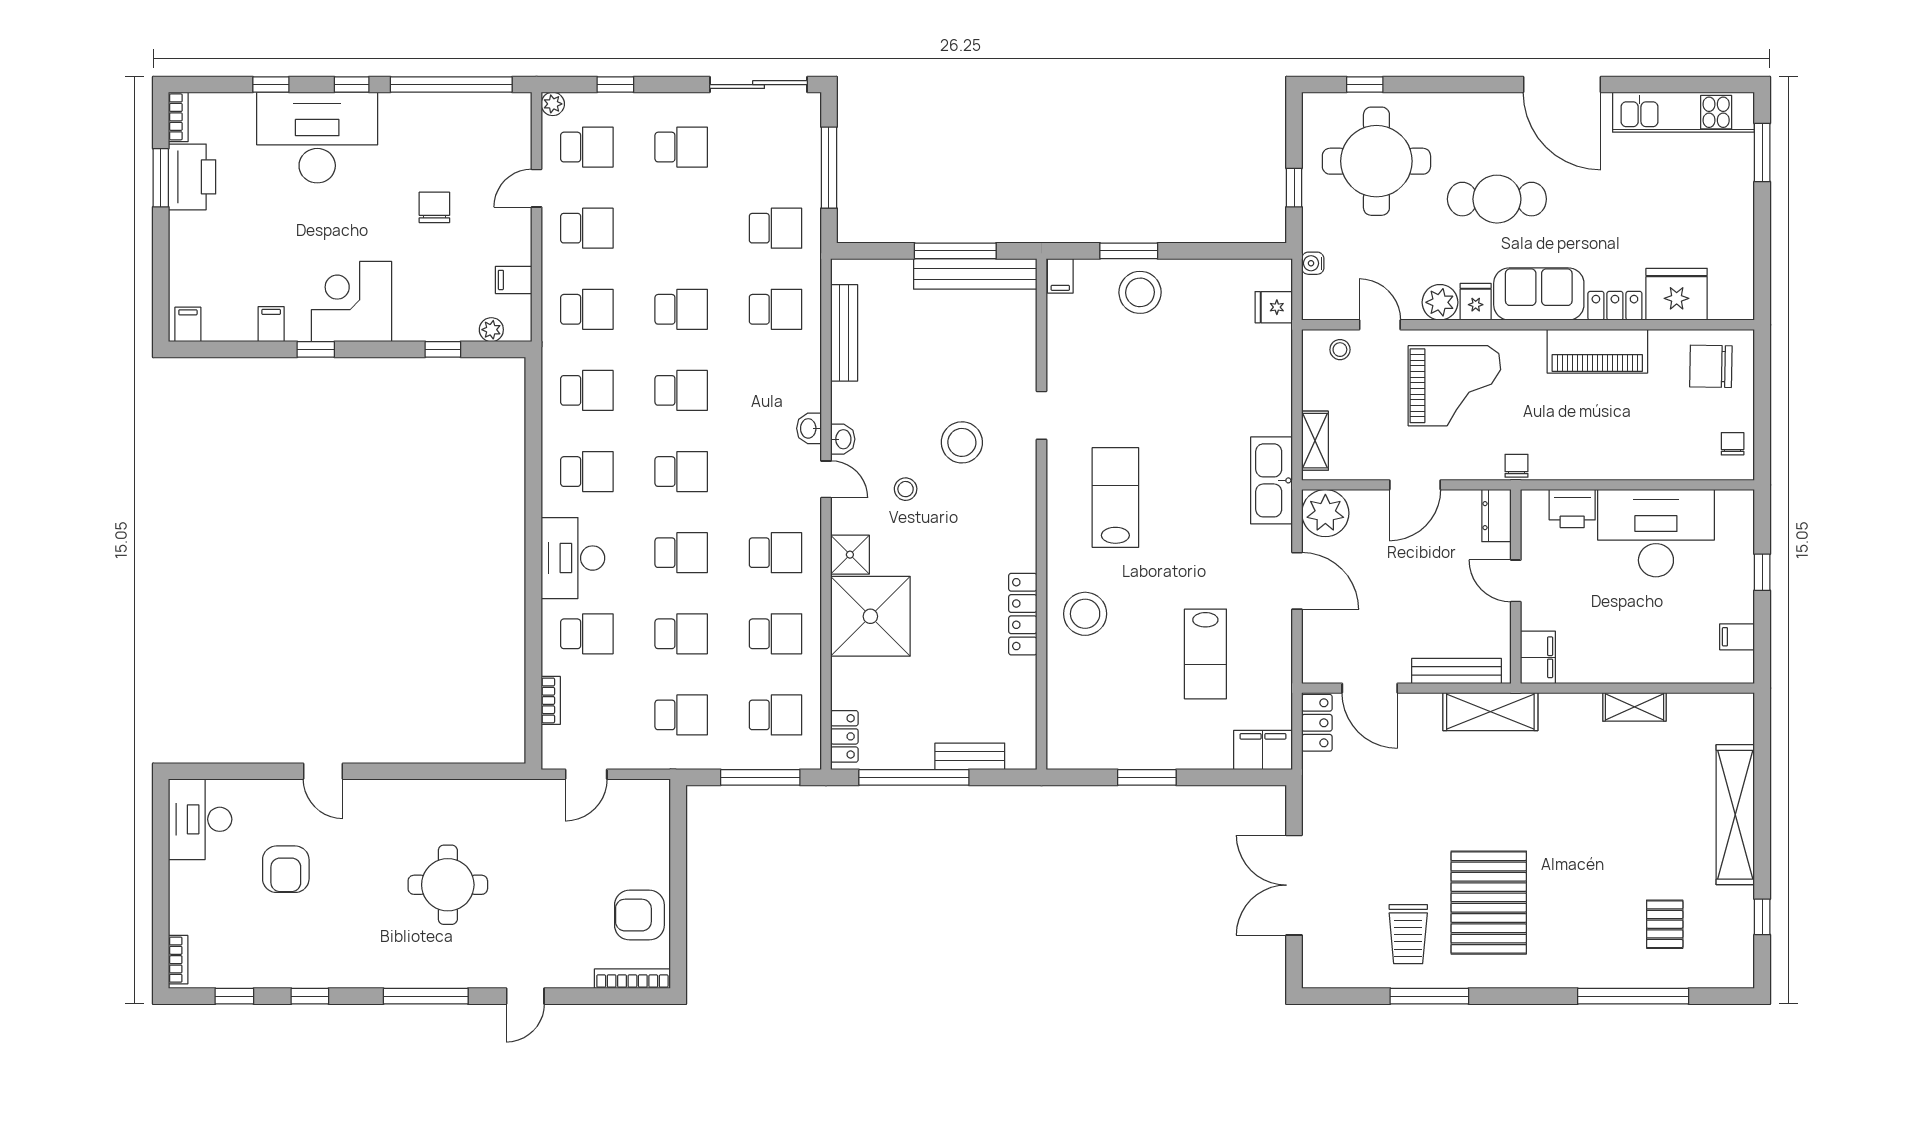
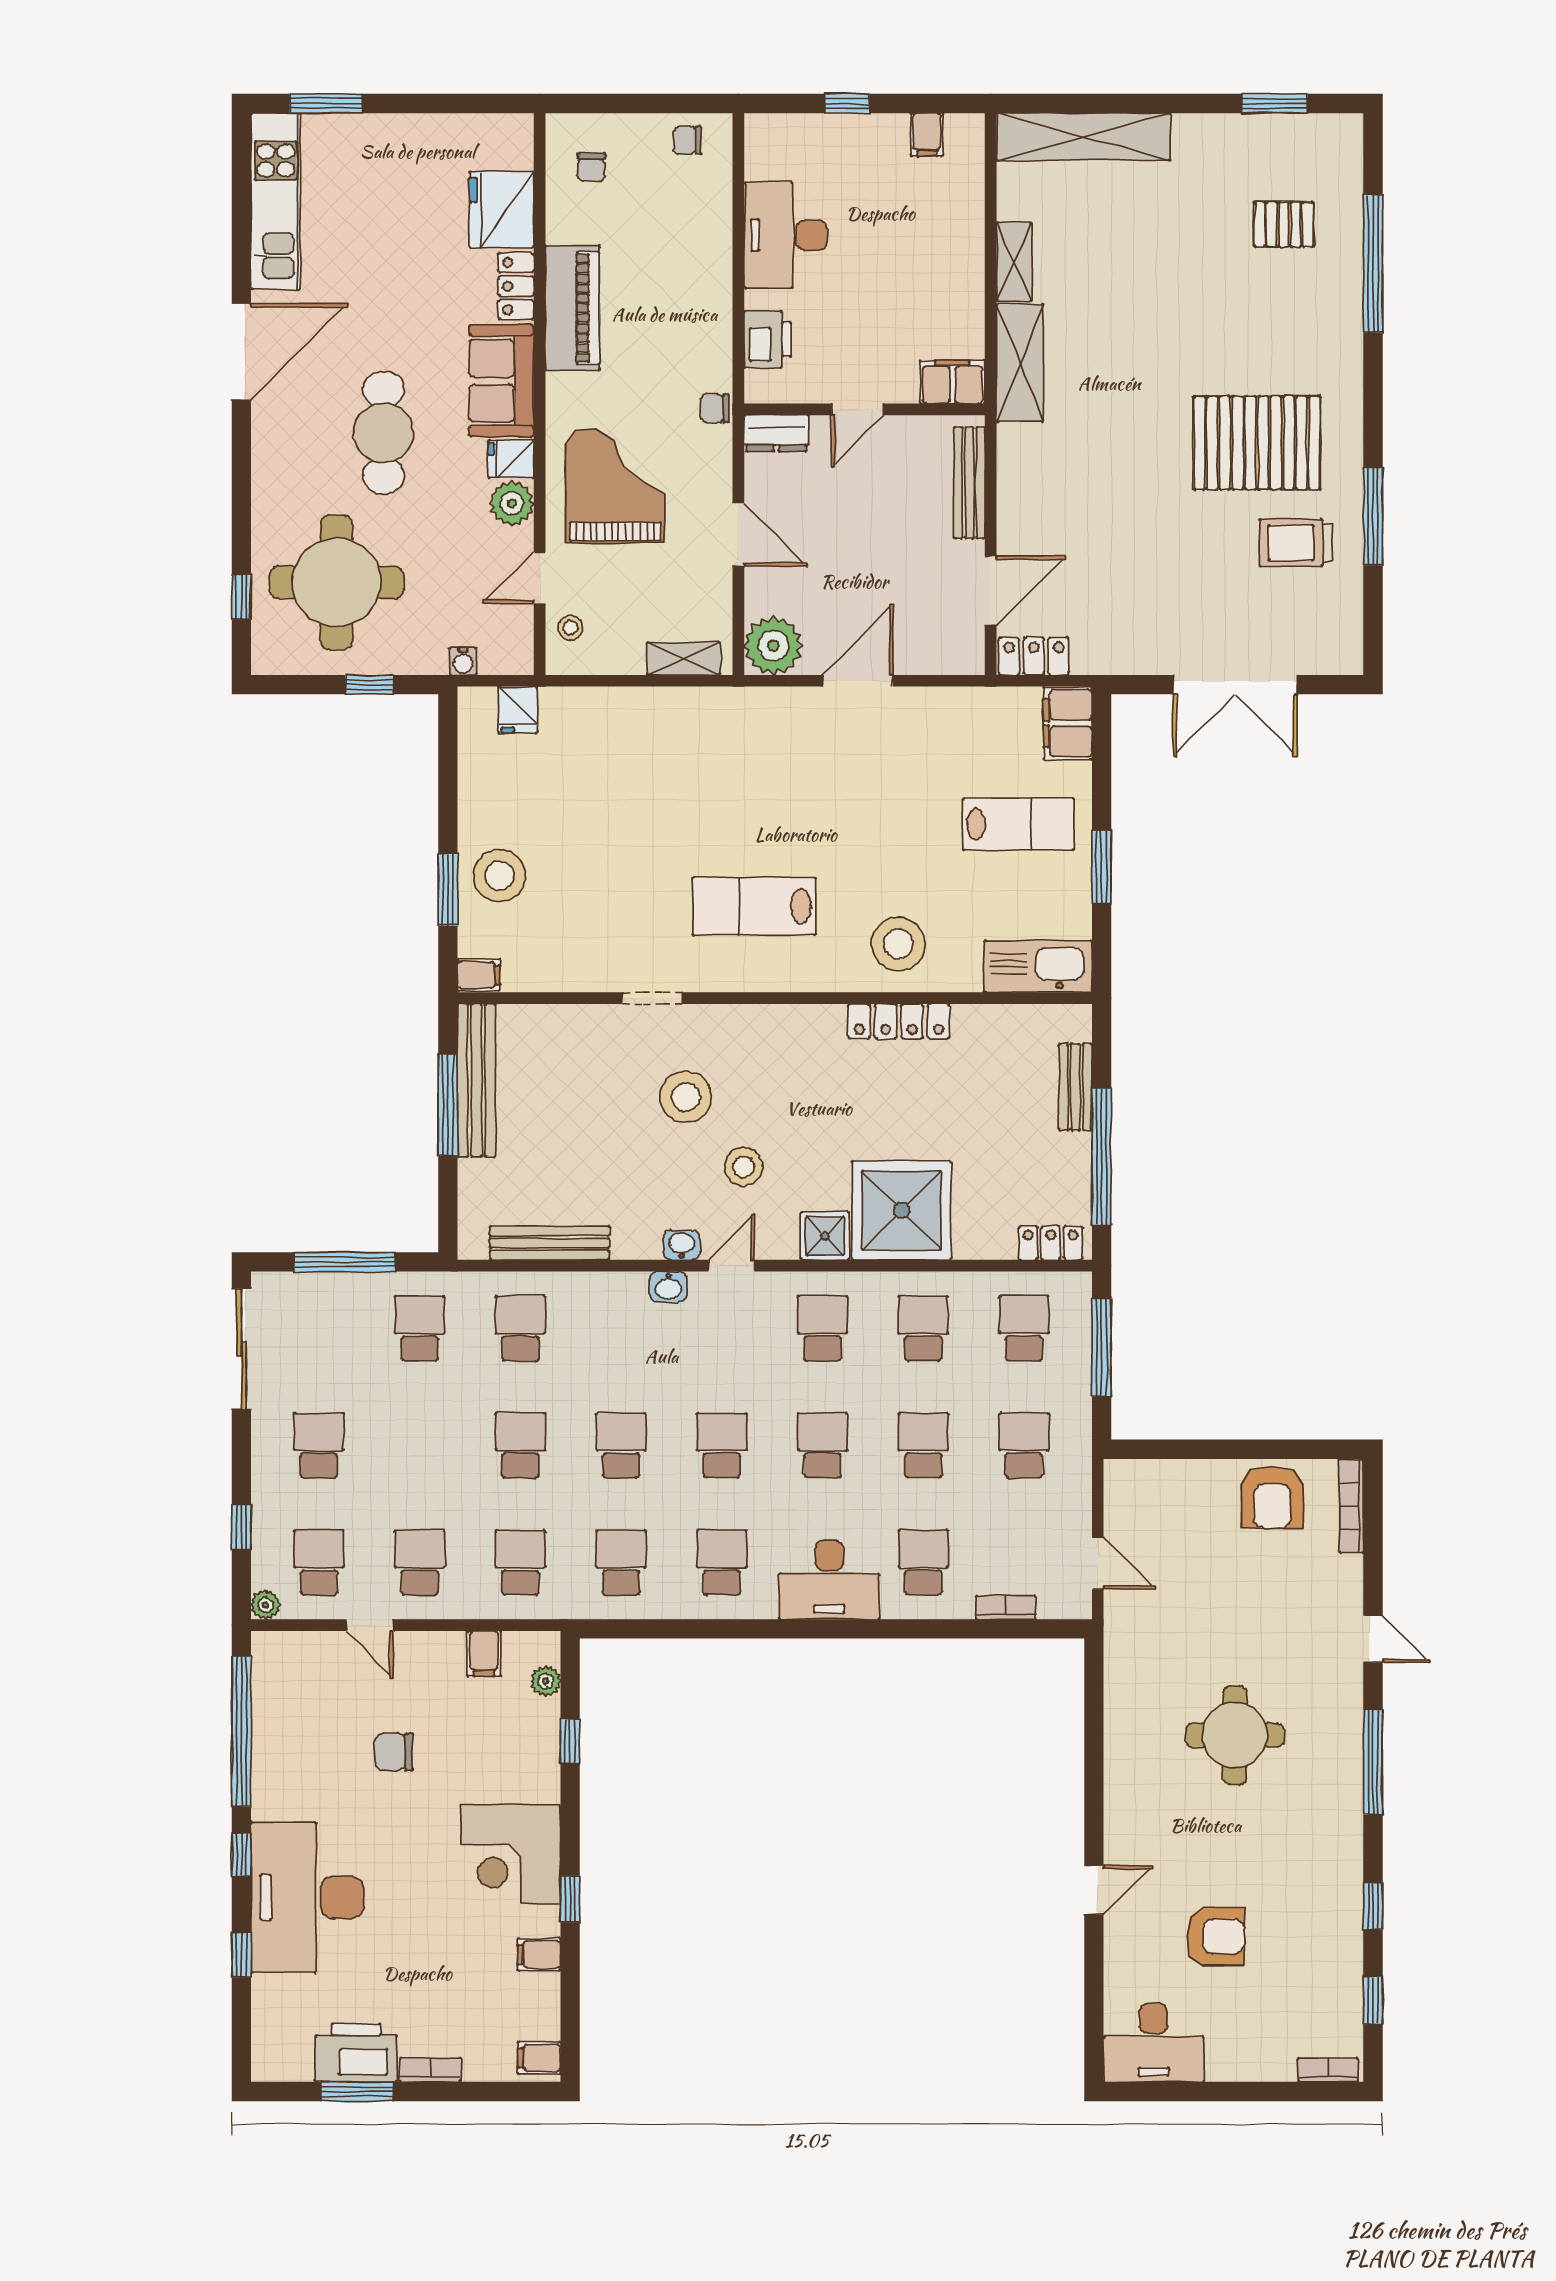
bookcase: (178, 117) -> (431, 2070), moved
chair: (1711, 366) -> (591, 167), width x0.54, depth x0.54
kitchen sink: (1272, 480) -> (1038, 966), moved, turned 180
stool: (906, 489) -> (744, 1167), width x1.37, depth x1.37
desk: (1656, 533) -> (786, 235), width x0.73, depth x0.77
lab bench: (1205, 654) -> (1018, 824), moved
shelving: (1490, 712) -> (1020, 363), moved
shelving: (1735, 815) -> (1083, 137), moved
window: (1762, 917) -> (1275, 103), width x1.50
trolley: (1408, 934) -> (1296, 543), turned 180

